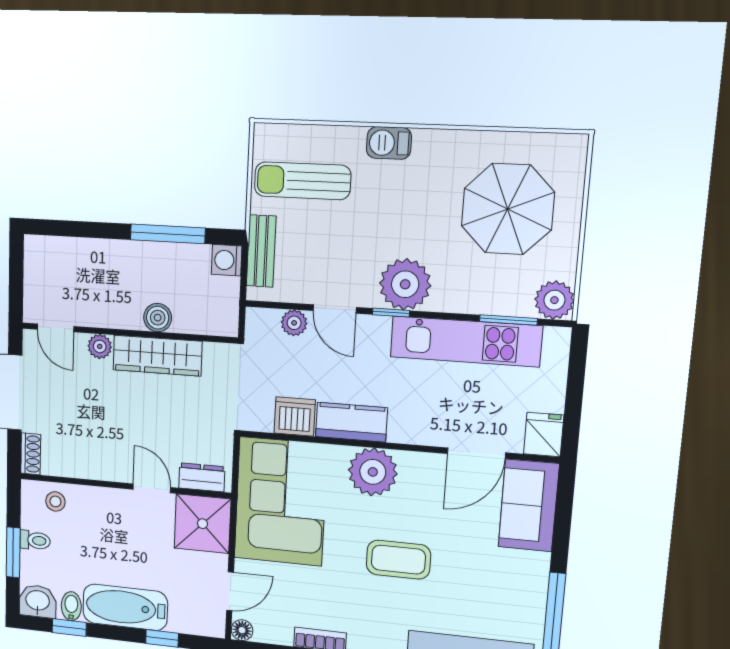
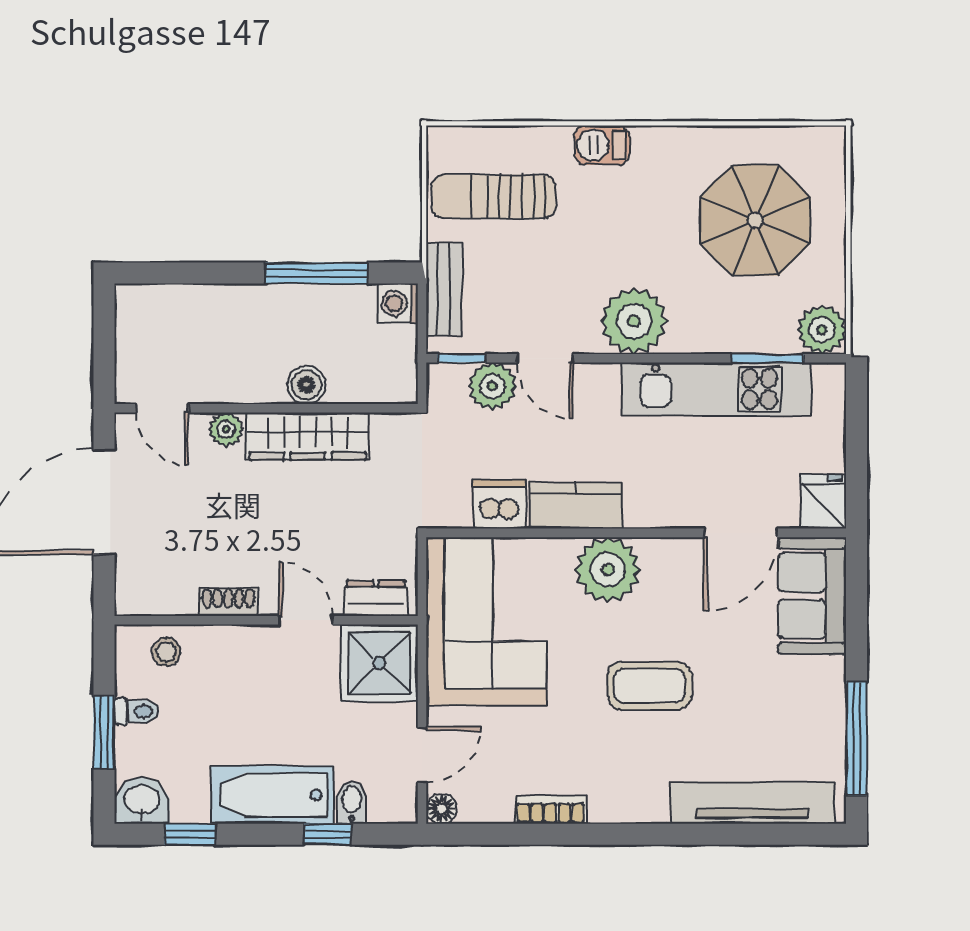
window: (391, 313) -> (462, 358), moved
plant: (294, 323) -> (492, 386), width x1.38, depth x1.38
shoe rack: (31, 454) -> (228, 602), moved, turned -90
bidet: (71, 606) -> (352, 802), moved

